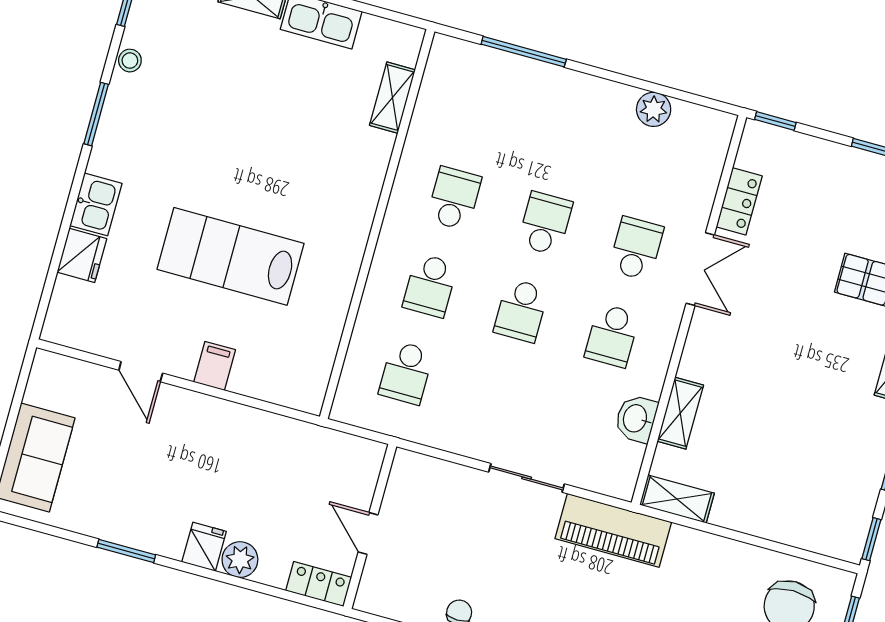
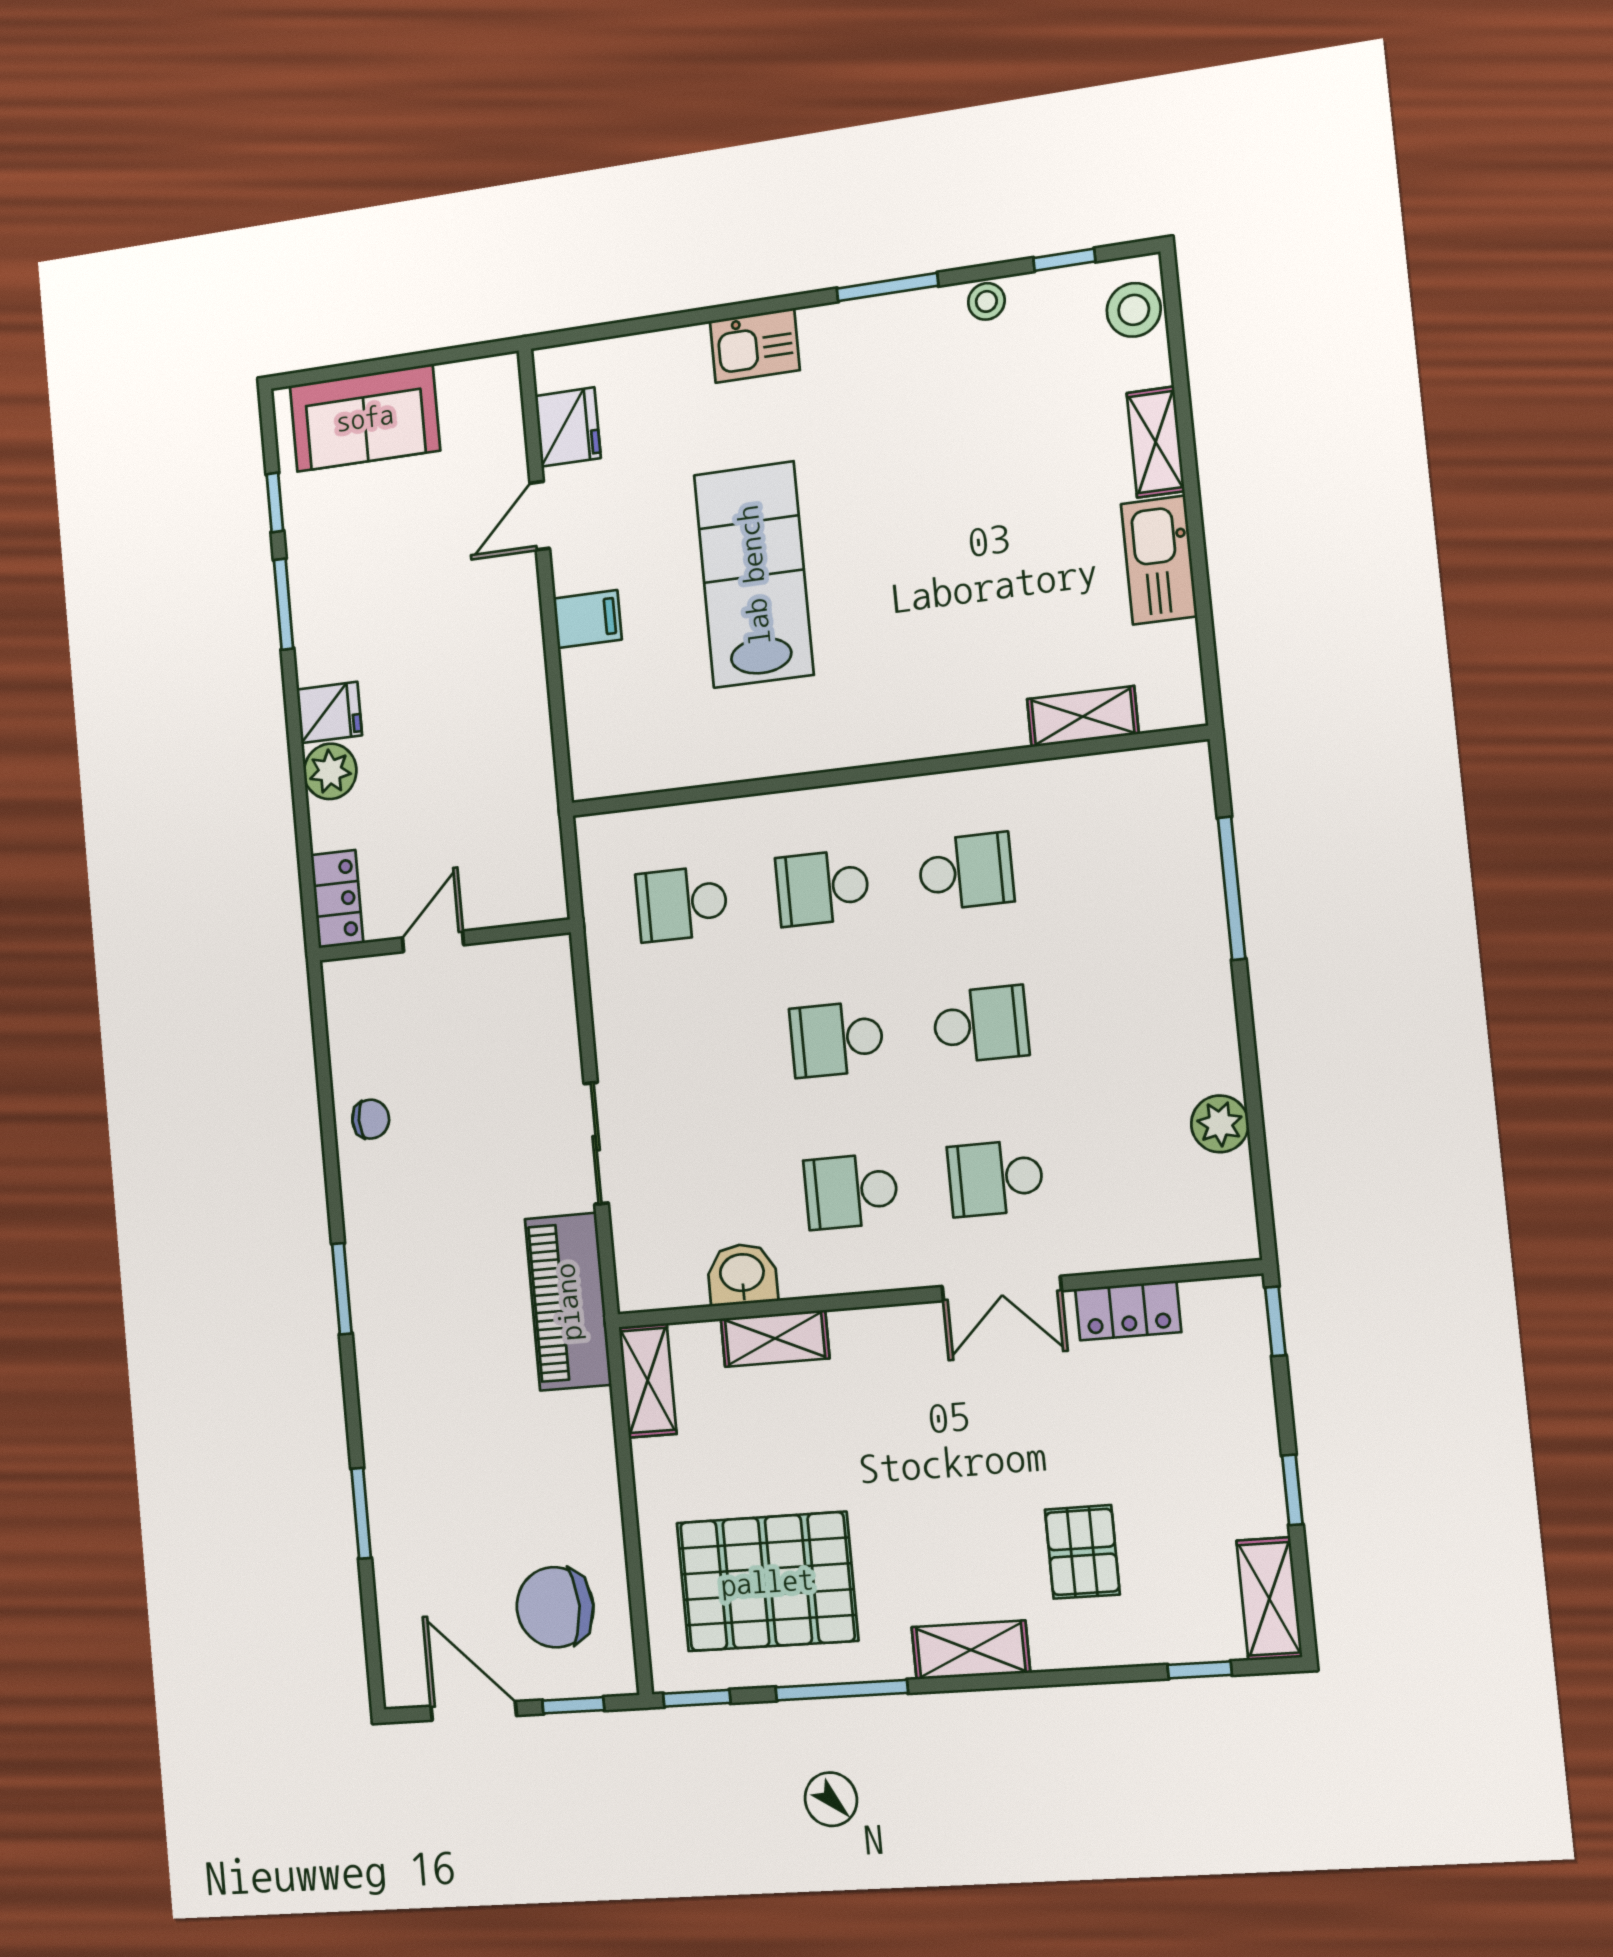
school desk: (636, 248) -> (996, 1178), turned 180
fridge: (82, 255) -> (568, 427), moved, turned -90
pallet: (819, 471) -> (767, 1582), added
window: (62, 533) -> (275, 503), added

